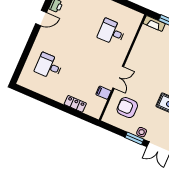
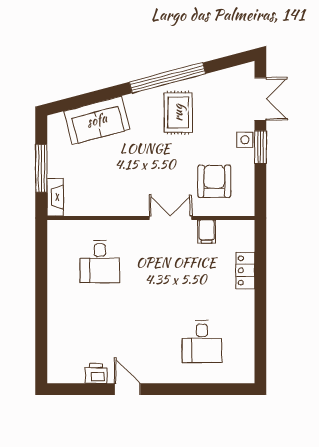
armchair: (127, 108) -> (214, 181), turned 180

